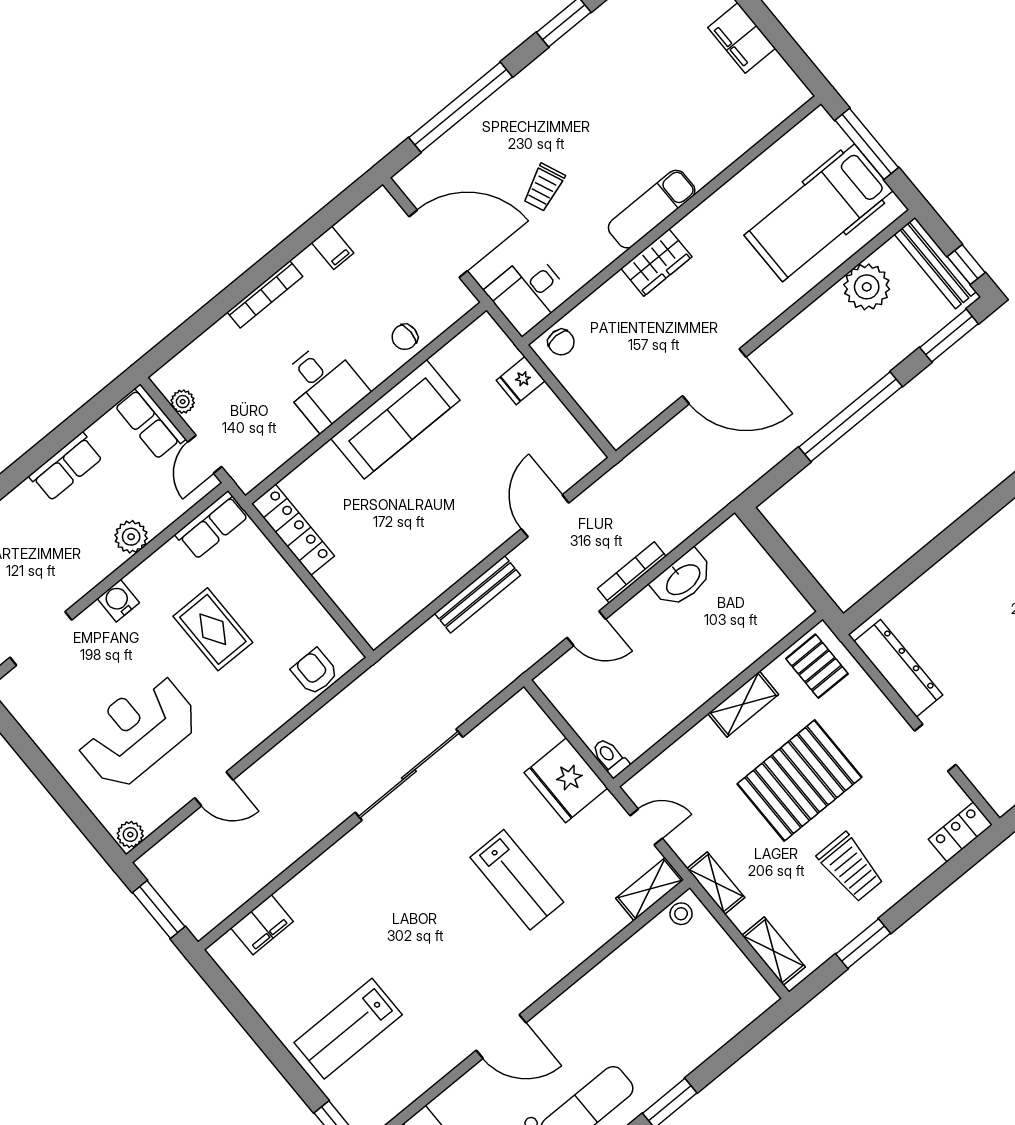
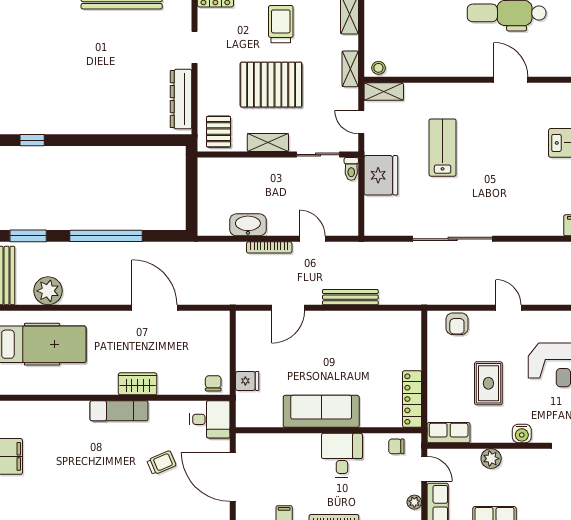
chair: (405, 337) -> (396, 446), moved, turned 180
door: (205, 454) -> (424, 469), hinge flipped
sliding door: (667, 741) -> (318, 155), added
door: (214, 789) -> (508, 308), moved

